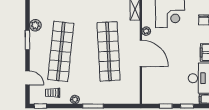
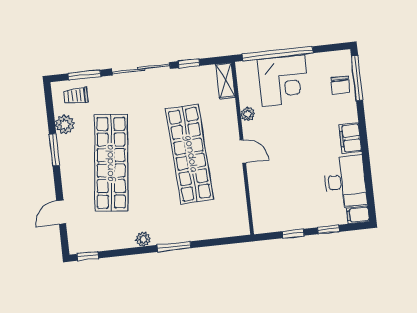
door: (141, 53) -> (243, 151), width x0.53
door: (27, 78) -> (61, 212), swing flipped
trolley: (53, 93) -> (76, 96), moved

